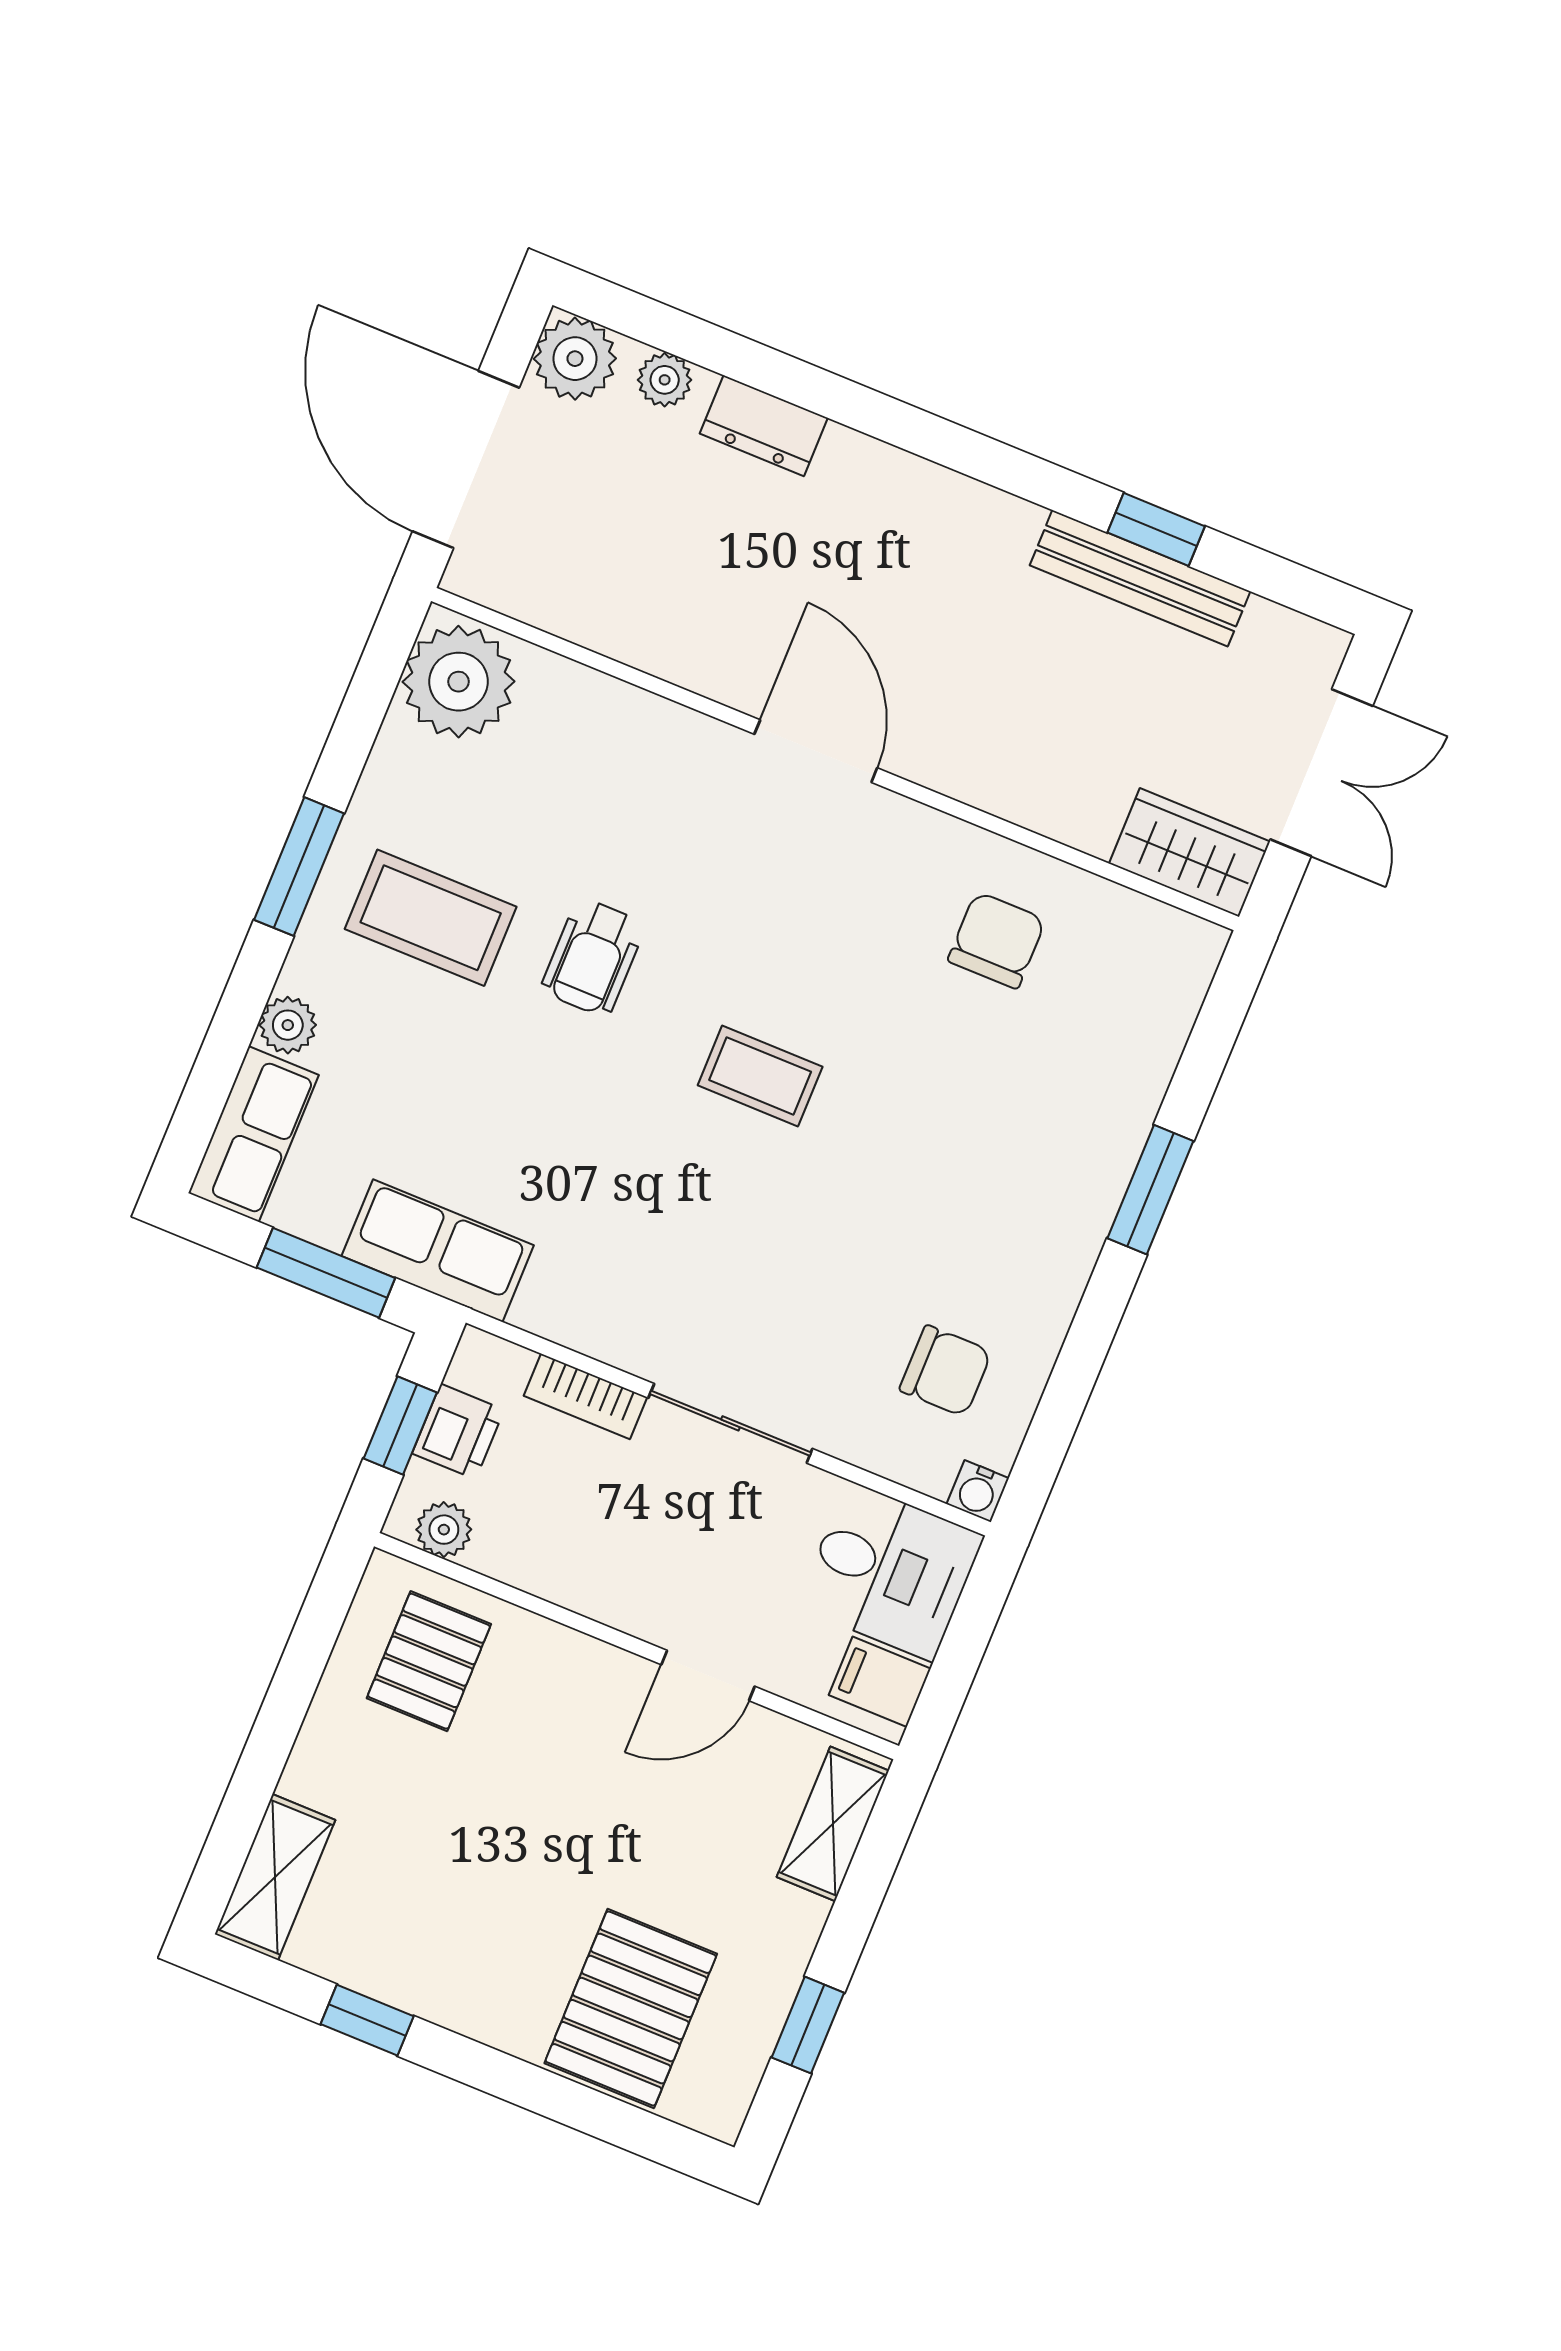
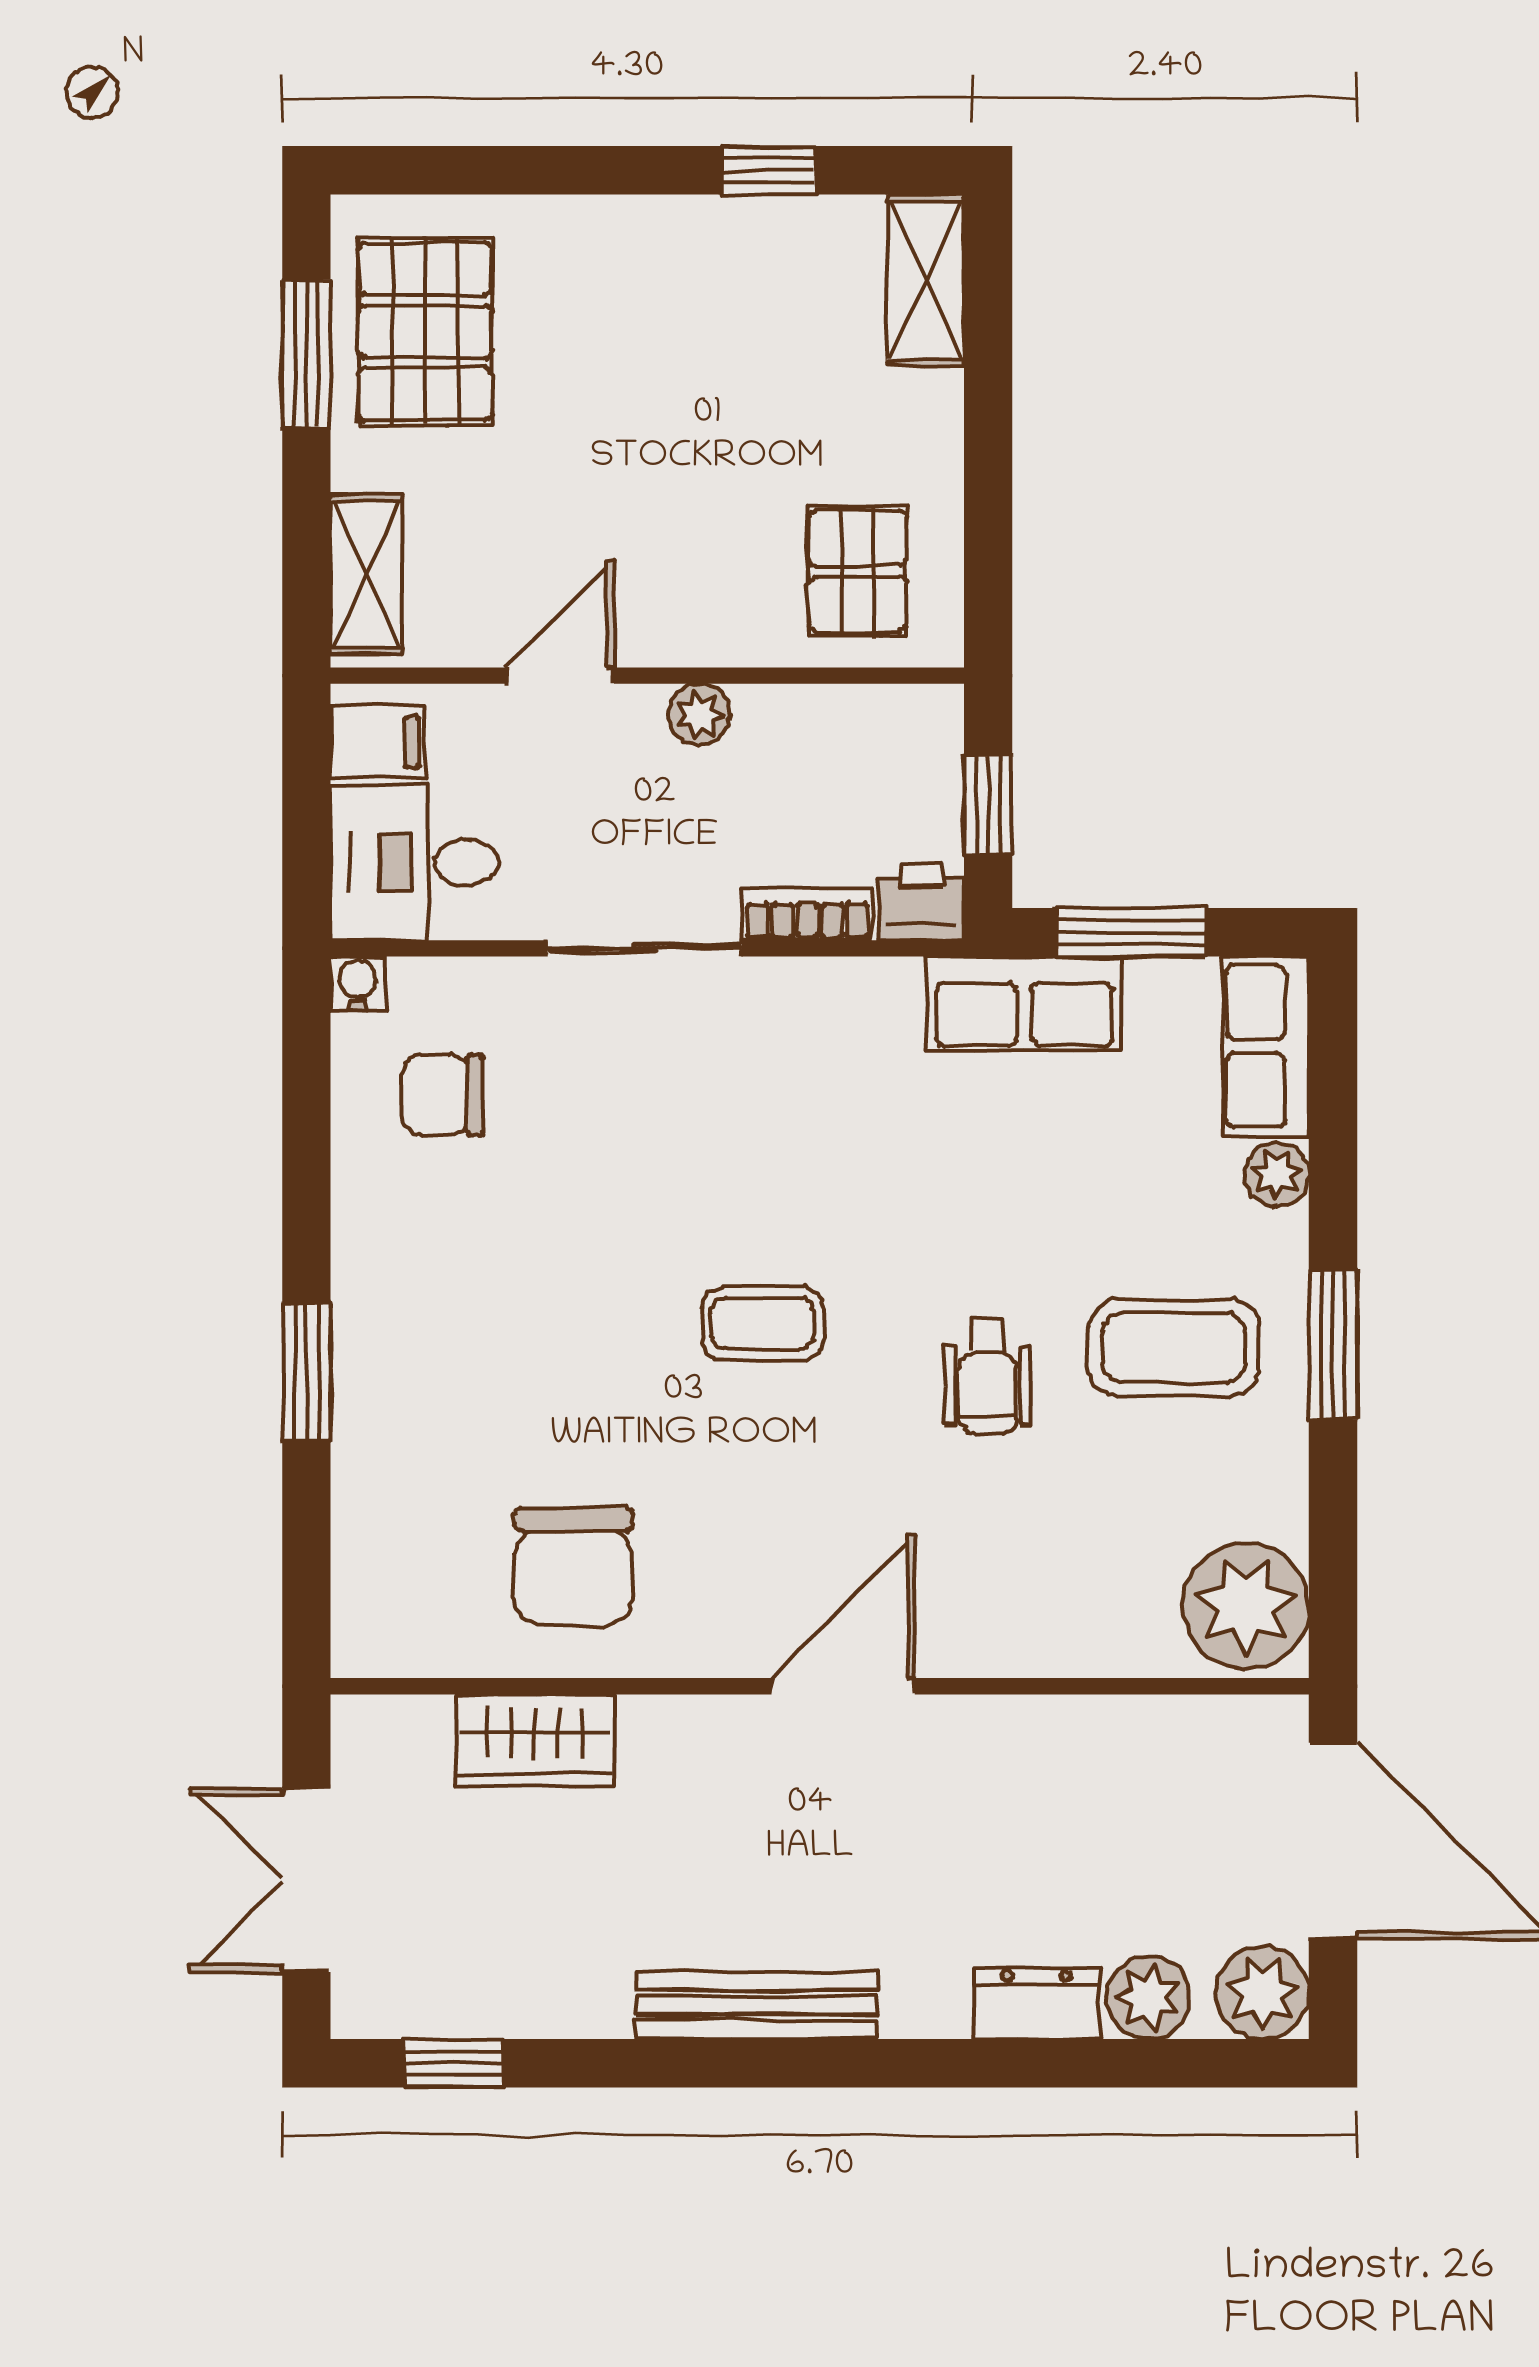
plant: (665, 380) -> (1148, 1998), width x1.38, depth x1.38
window: (1156, 529) -> (454, 2063), moved
bench: (1140, 578) -> (756, 2005), moved
door: (816, 751) -> (843, 1686), swing flipped
wardrobe: (1189, 852) -> (535, 1740), moved
chair: (997, 940) -> (574, 1566), width x1.37, depth x1.37
wheelchair: (593, 957) -> (987, 1376), turned 180
printer: (458, 1432) -> (921, 901), moved, turned 90
plant: (444, 1530) -> (699, 715), moved
pallet: (631, 2009) -> (425, 331), moved
window: (808, 2025) -> (306, 354), width x1.50

